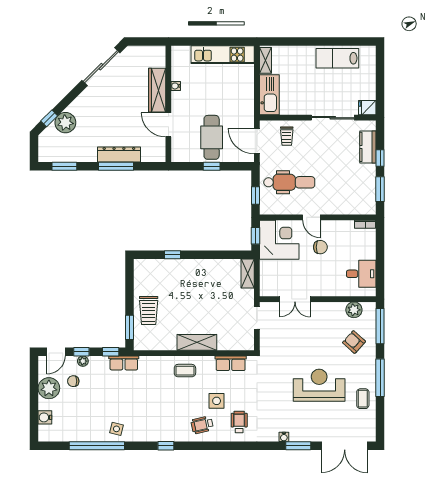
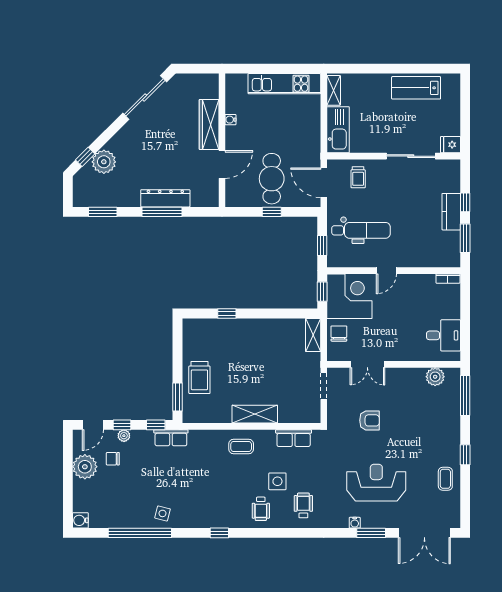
door: (168, 125) -> (222, 164), swing flipped
kitchen counter: (368, 147) -> (451, 212), moved
door: (311, 217) -> (386, 271), hinge flipped
chair: (320, 247) -> (339, 334), moved, turned -90
armchair: (354, 342) -> (369, 420), moved, turned 138
window: (380, 378) -> (465, 455), width x0.46
reception desk: (319, 385) -> (376, 483), moved
water cooler: (45, 417) -> (80, 520), moved
wheelchair: (202, 425) -> (261, 509), turned -77

